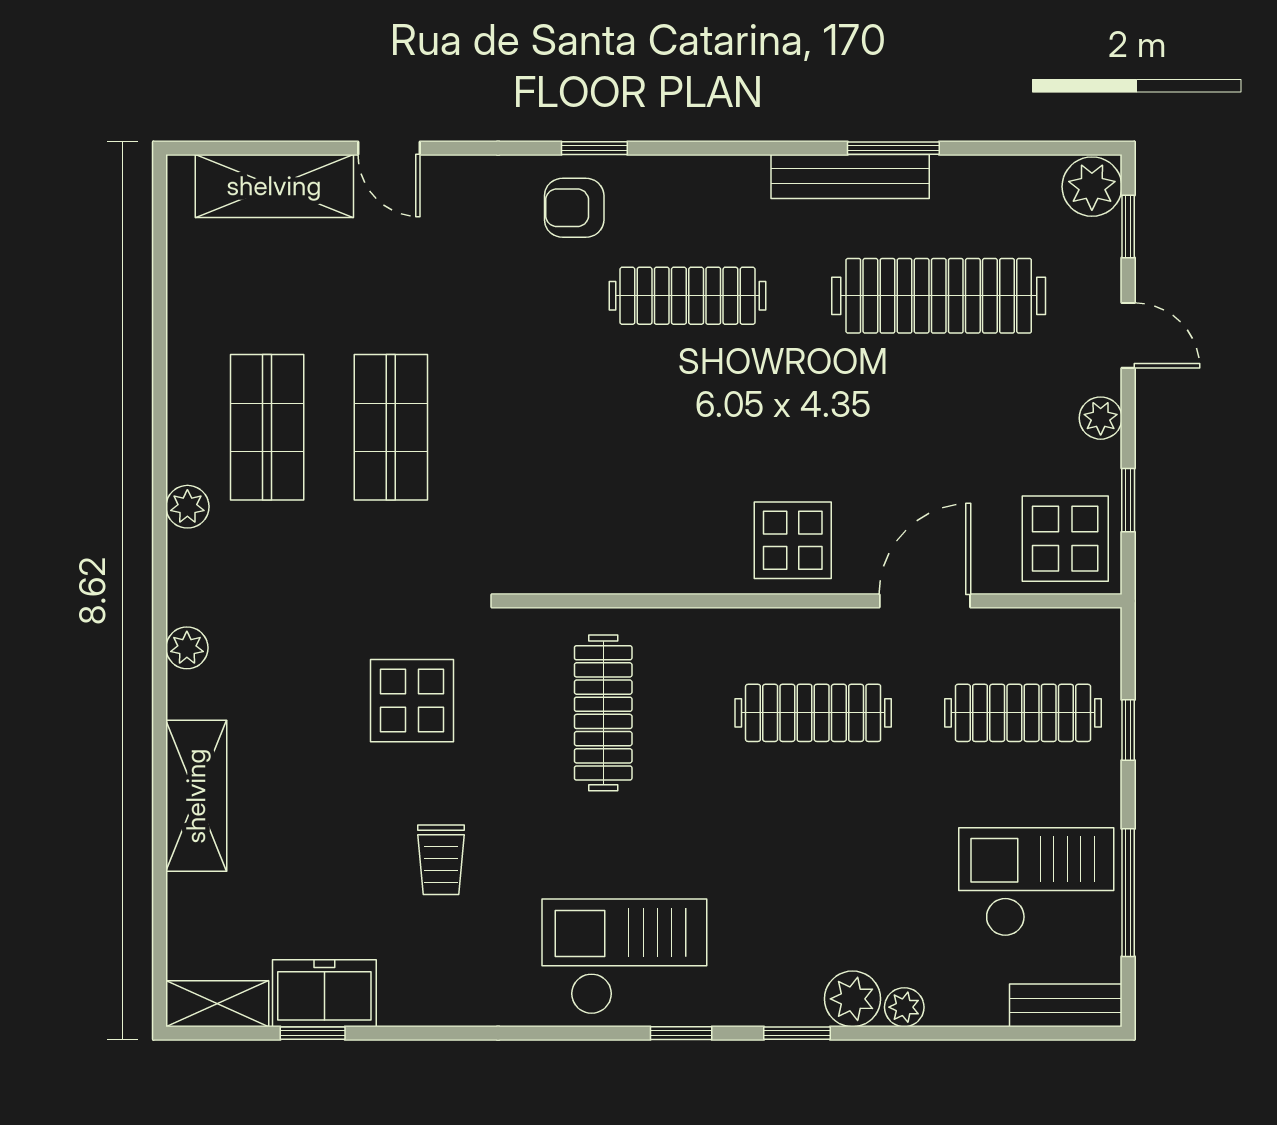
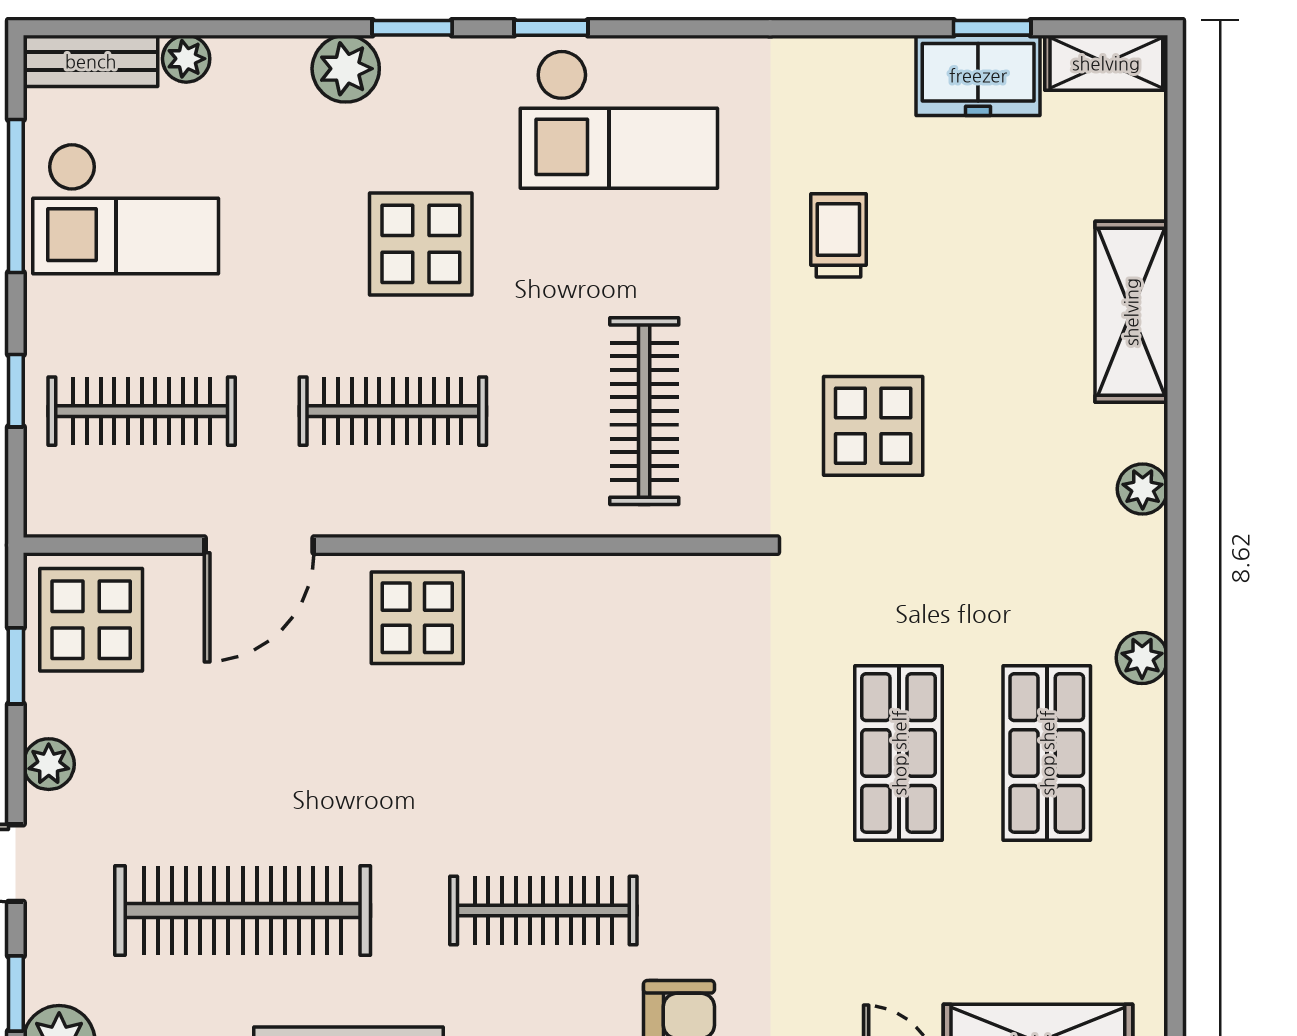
display table: (790, 853) -> (421, 244), added
plant: (904, 1007) -> (186, 59), moved

